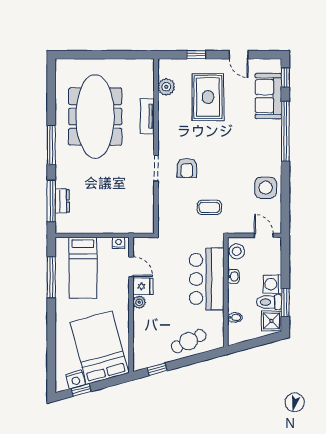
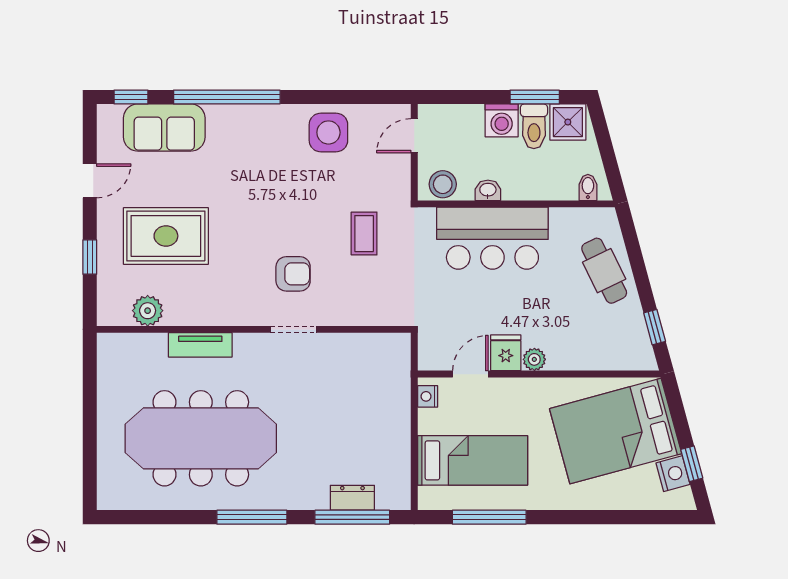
bidet: (235, 317) -> (588, 187), moved

